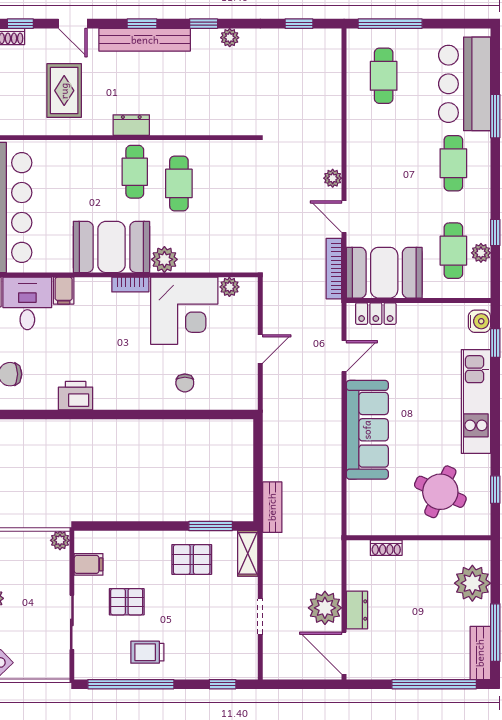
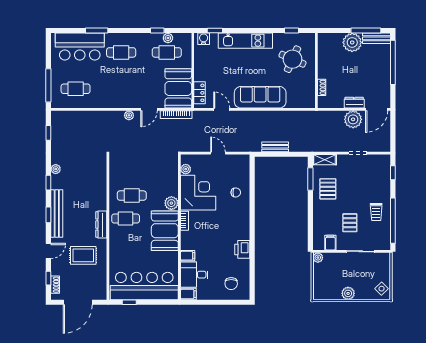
dresser: (131, 125) -> (101, 225), width x1.44
bench: (272, 507) -> (275, 147), moved
plant: (472, 583) -> (352, 42), moved

